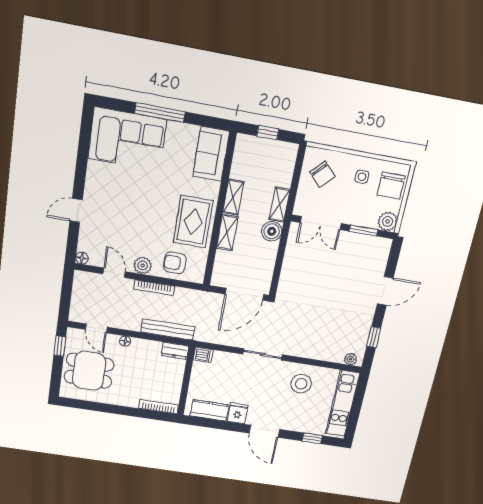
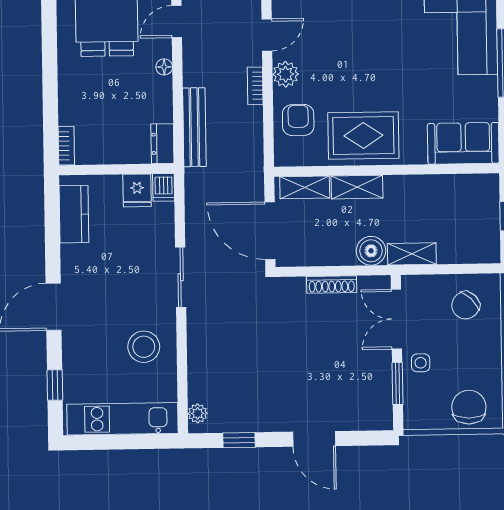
side table: (362, 177) -> (421, 363), moved
chair: (391, 186) -> (469, 407), turned 90
shelving: (233, 197) -> (305, 187), moved
plant: (388, 221) -> (417, 415), removed
shoe rack: (288, 261) -> (332, 284), added
bookcase: (154, 288) -> (255, 86), width x0.64
bookcase: (159, 407) -> (66, 146), width x0.64
fridge: (238, 413) -> (137, 190), moved, turned 90

